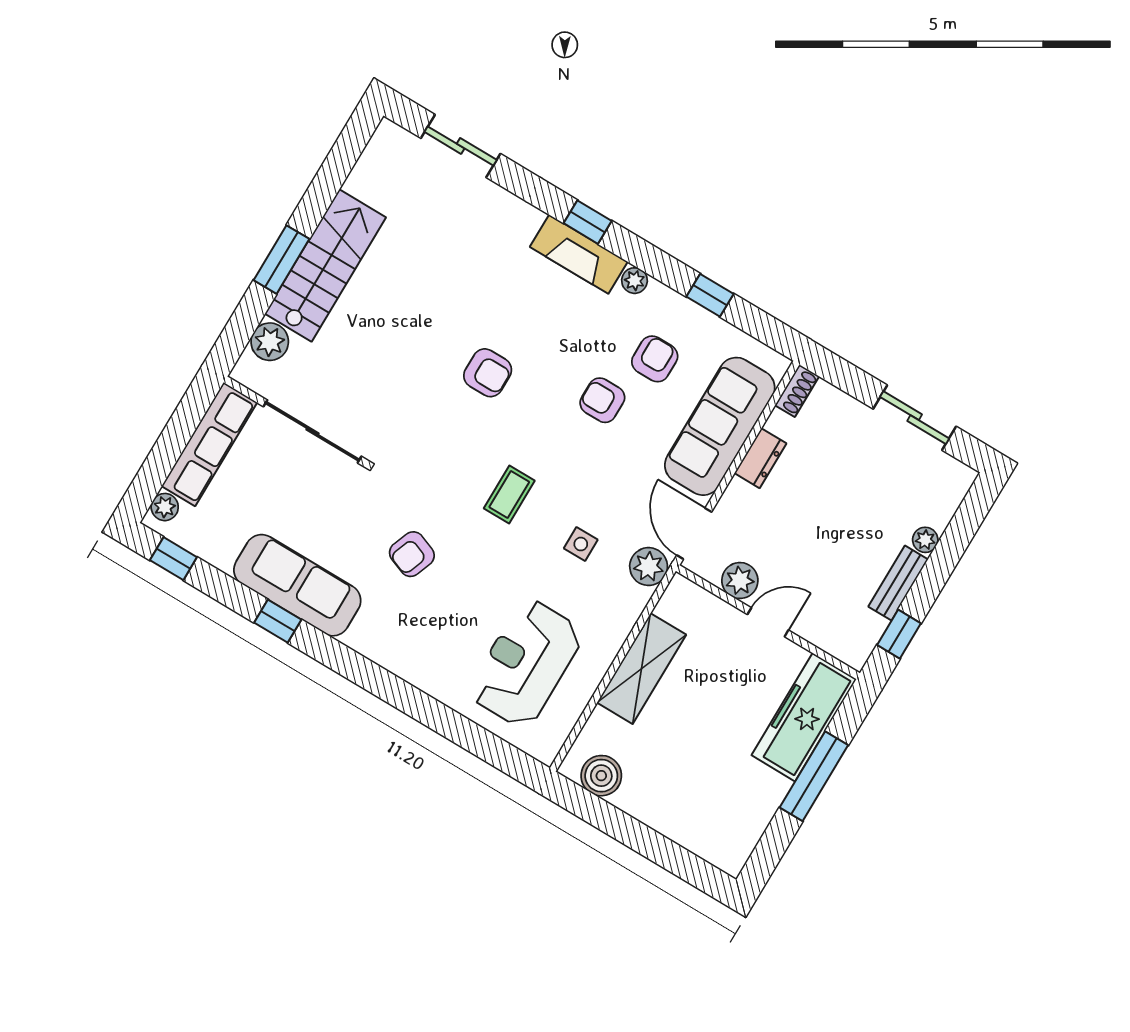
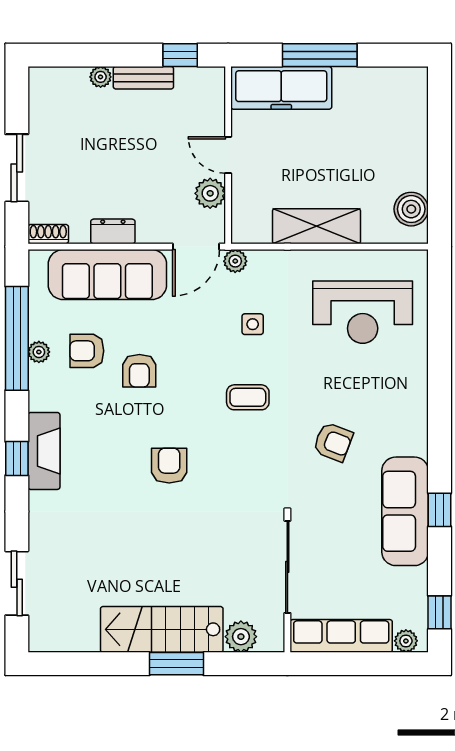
plant: (635, 281) -> (39, 352), moved
window: (710, 295) -> (17, 338), width x3.17
sliding door: (915, 418) -> (17, 168), moved
plant: (649, 567) -> (235, 261), width x0.73, depth x0.73

